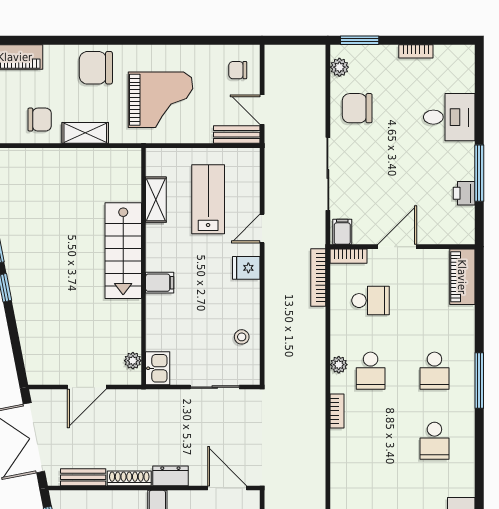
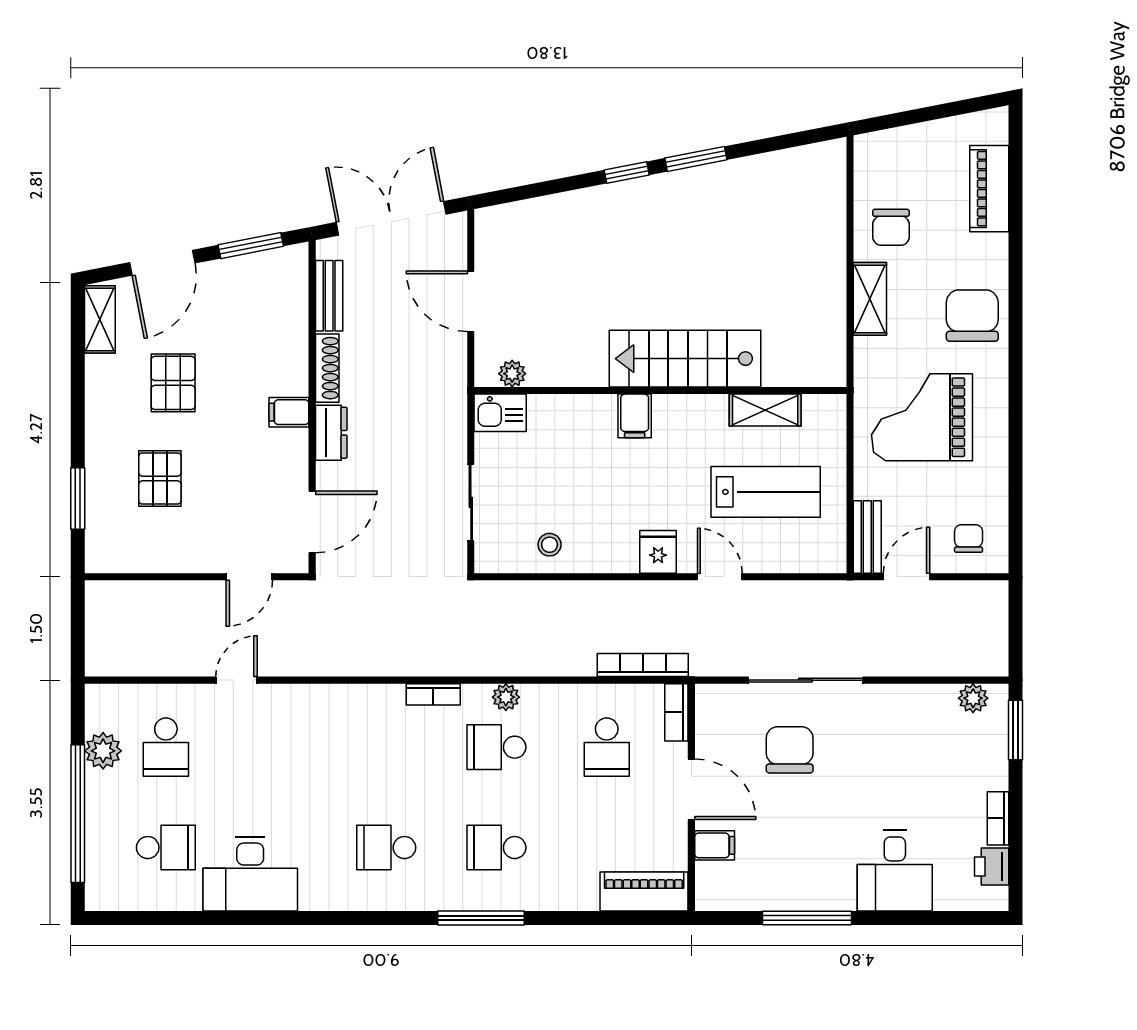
grand piano: (161, 100) -> (922, 417), turned 90
chair: (357, 108) -> (790, 750), moved
printer: (464, 193) -> (992, 866), moved, turned -90
filing cabinet: (342, 232) -> (715, 845), moved

